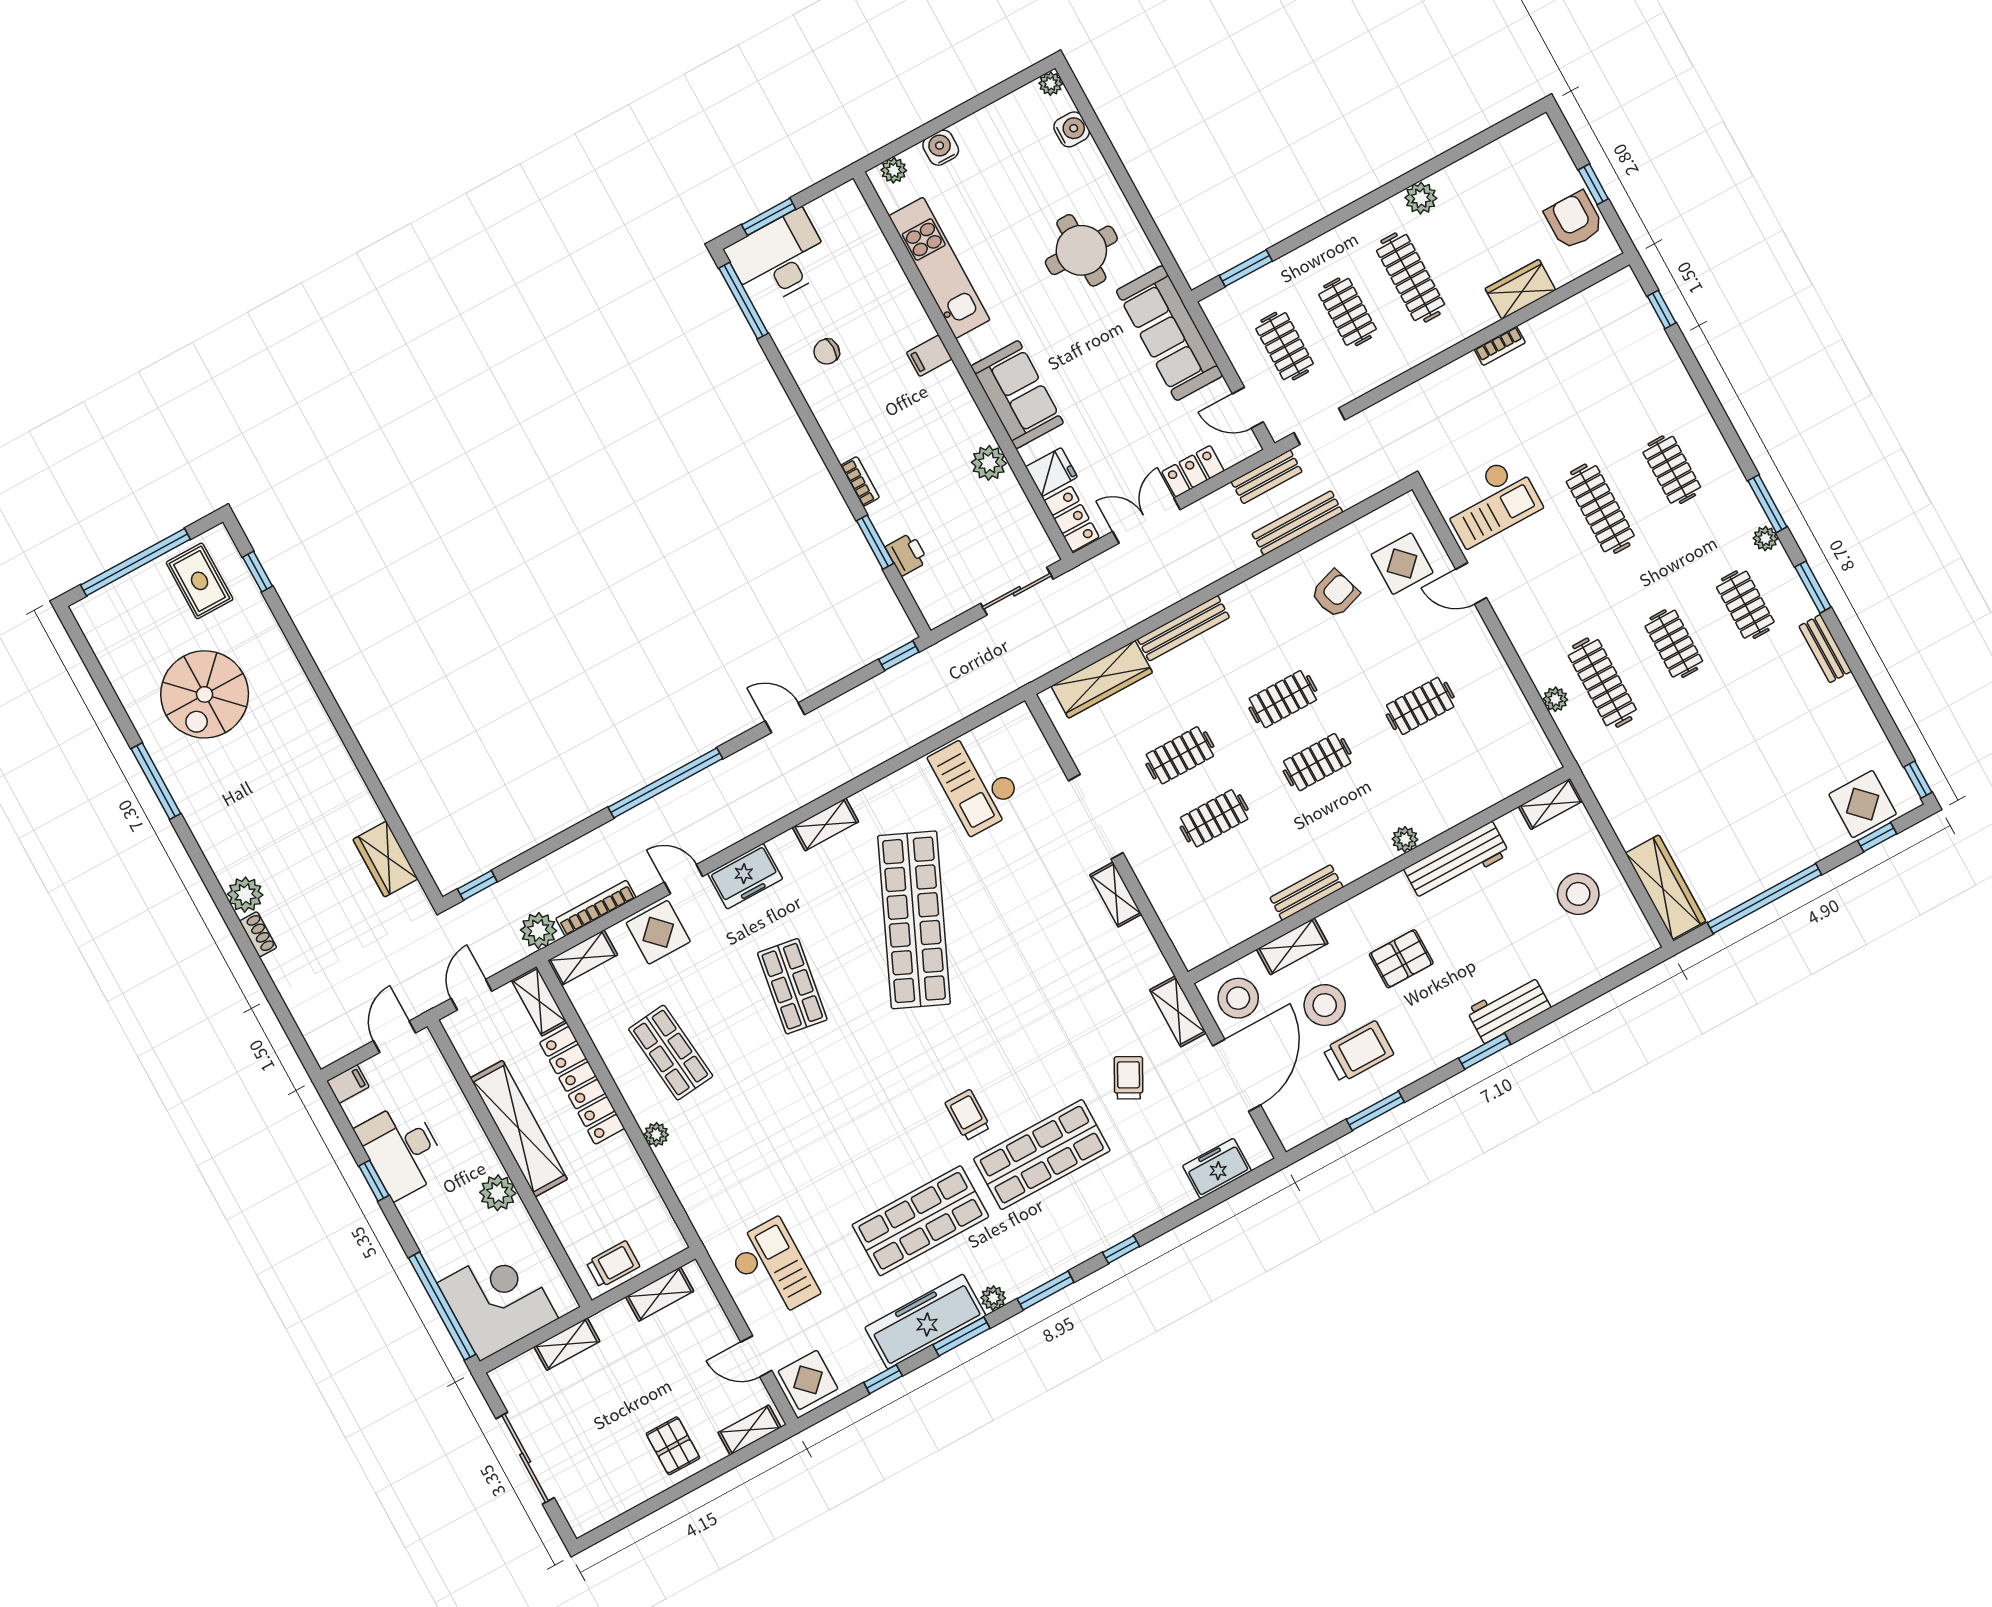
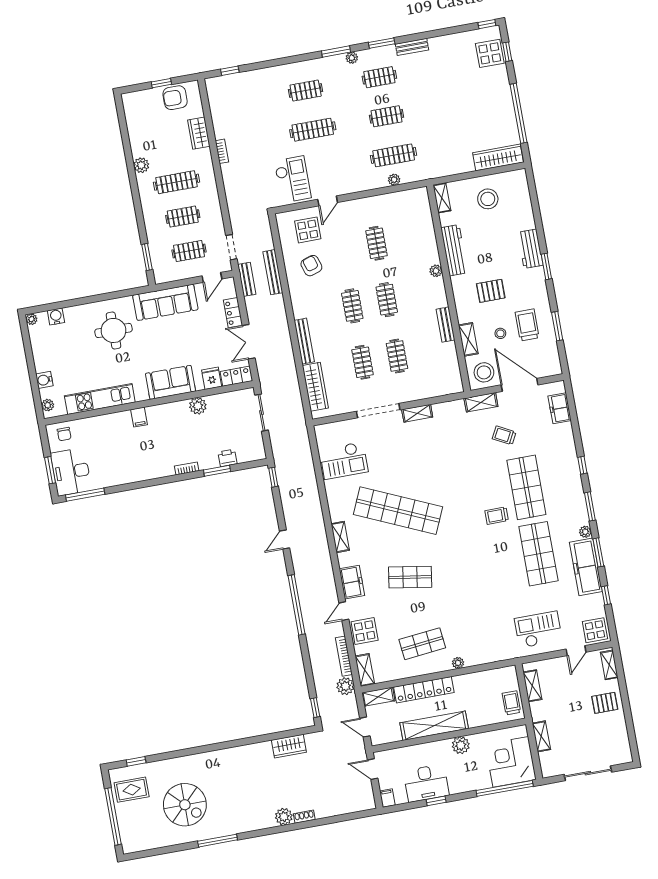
chair: (827, 352) -> (64, 434), moved
pallet: (1401, 959) -> (491, 291), turned 90
stool: (1325, 1005) -> (500, 333), width x0.53, depth x0.53

